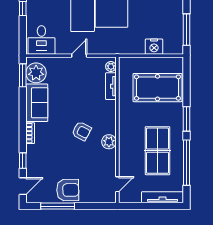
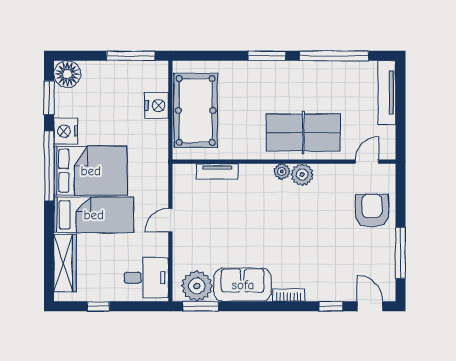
door: (79, 56) -> (170, 220), hinge flipped
plant: (111, 66) -> (282, 171), moved
pool table: (157, 88) -> (196, 110), moved
armchair: (82, 131) -> (286, 216), removed
table tennis table: (158, 151) -> (303, 132), moved
door: (117, 184) -> (367, 162), hinge flipped
armchair: (68, 190) -> (372, 211), moved

